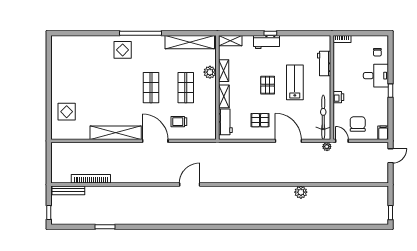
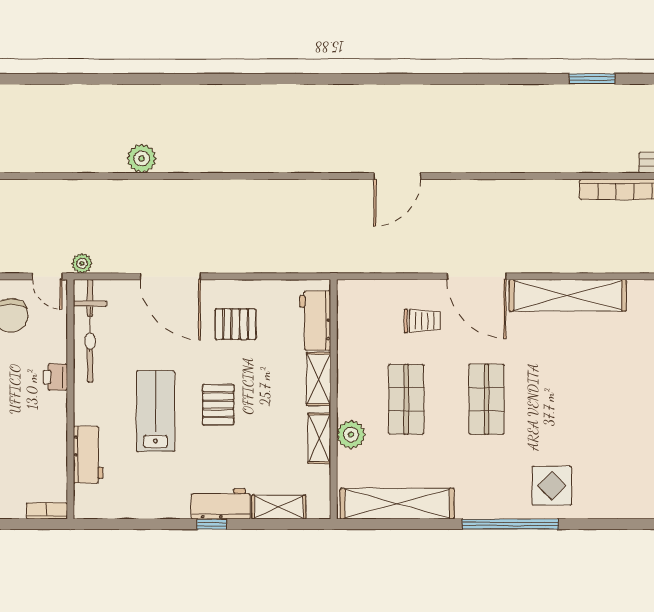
shelving: (230, 41) -> (279, 507), moved
lab bench: (295, 82) -> (156, 411), turned 180

